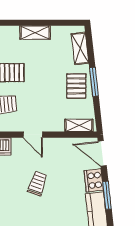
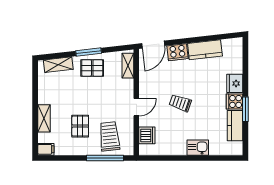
shelving: (35, 33) -> (44, 118), moved
window: (107, 195) -> (191, 40), removed

